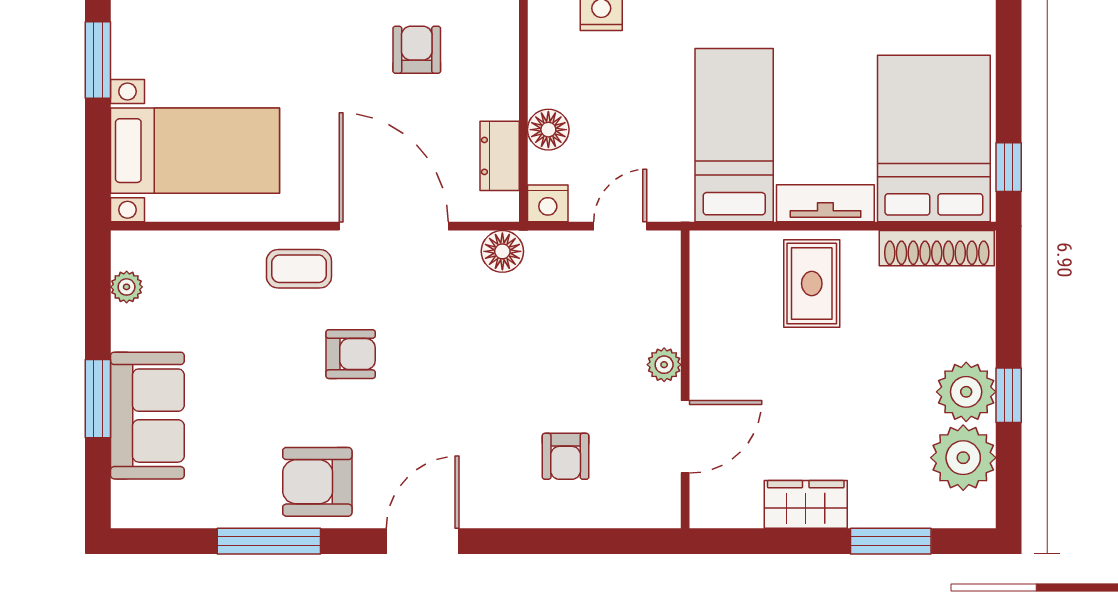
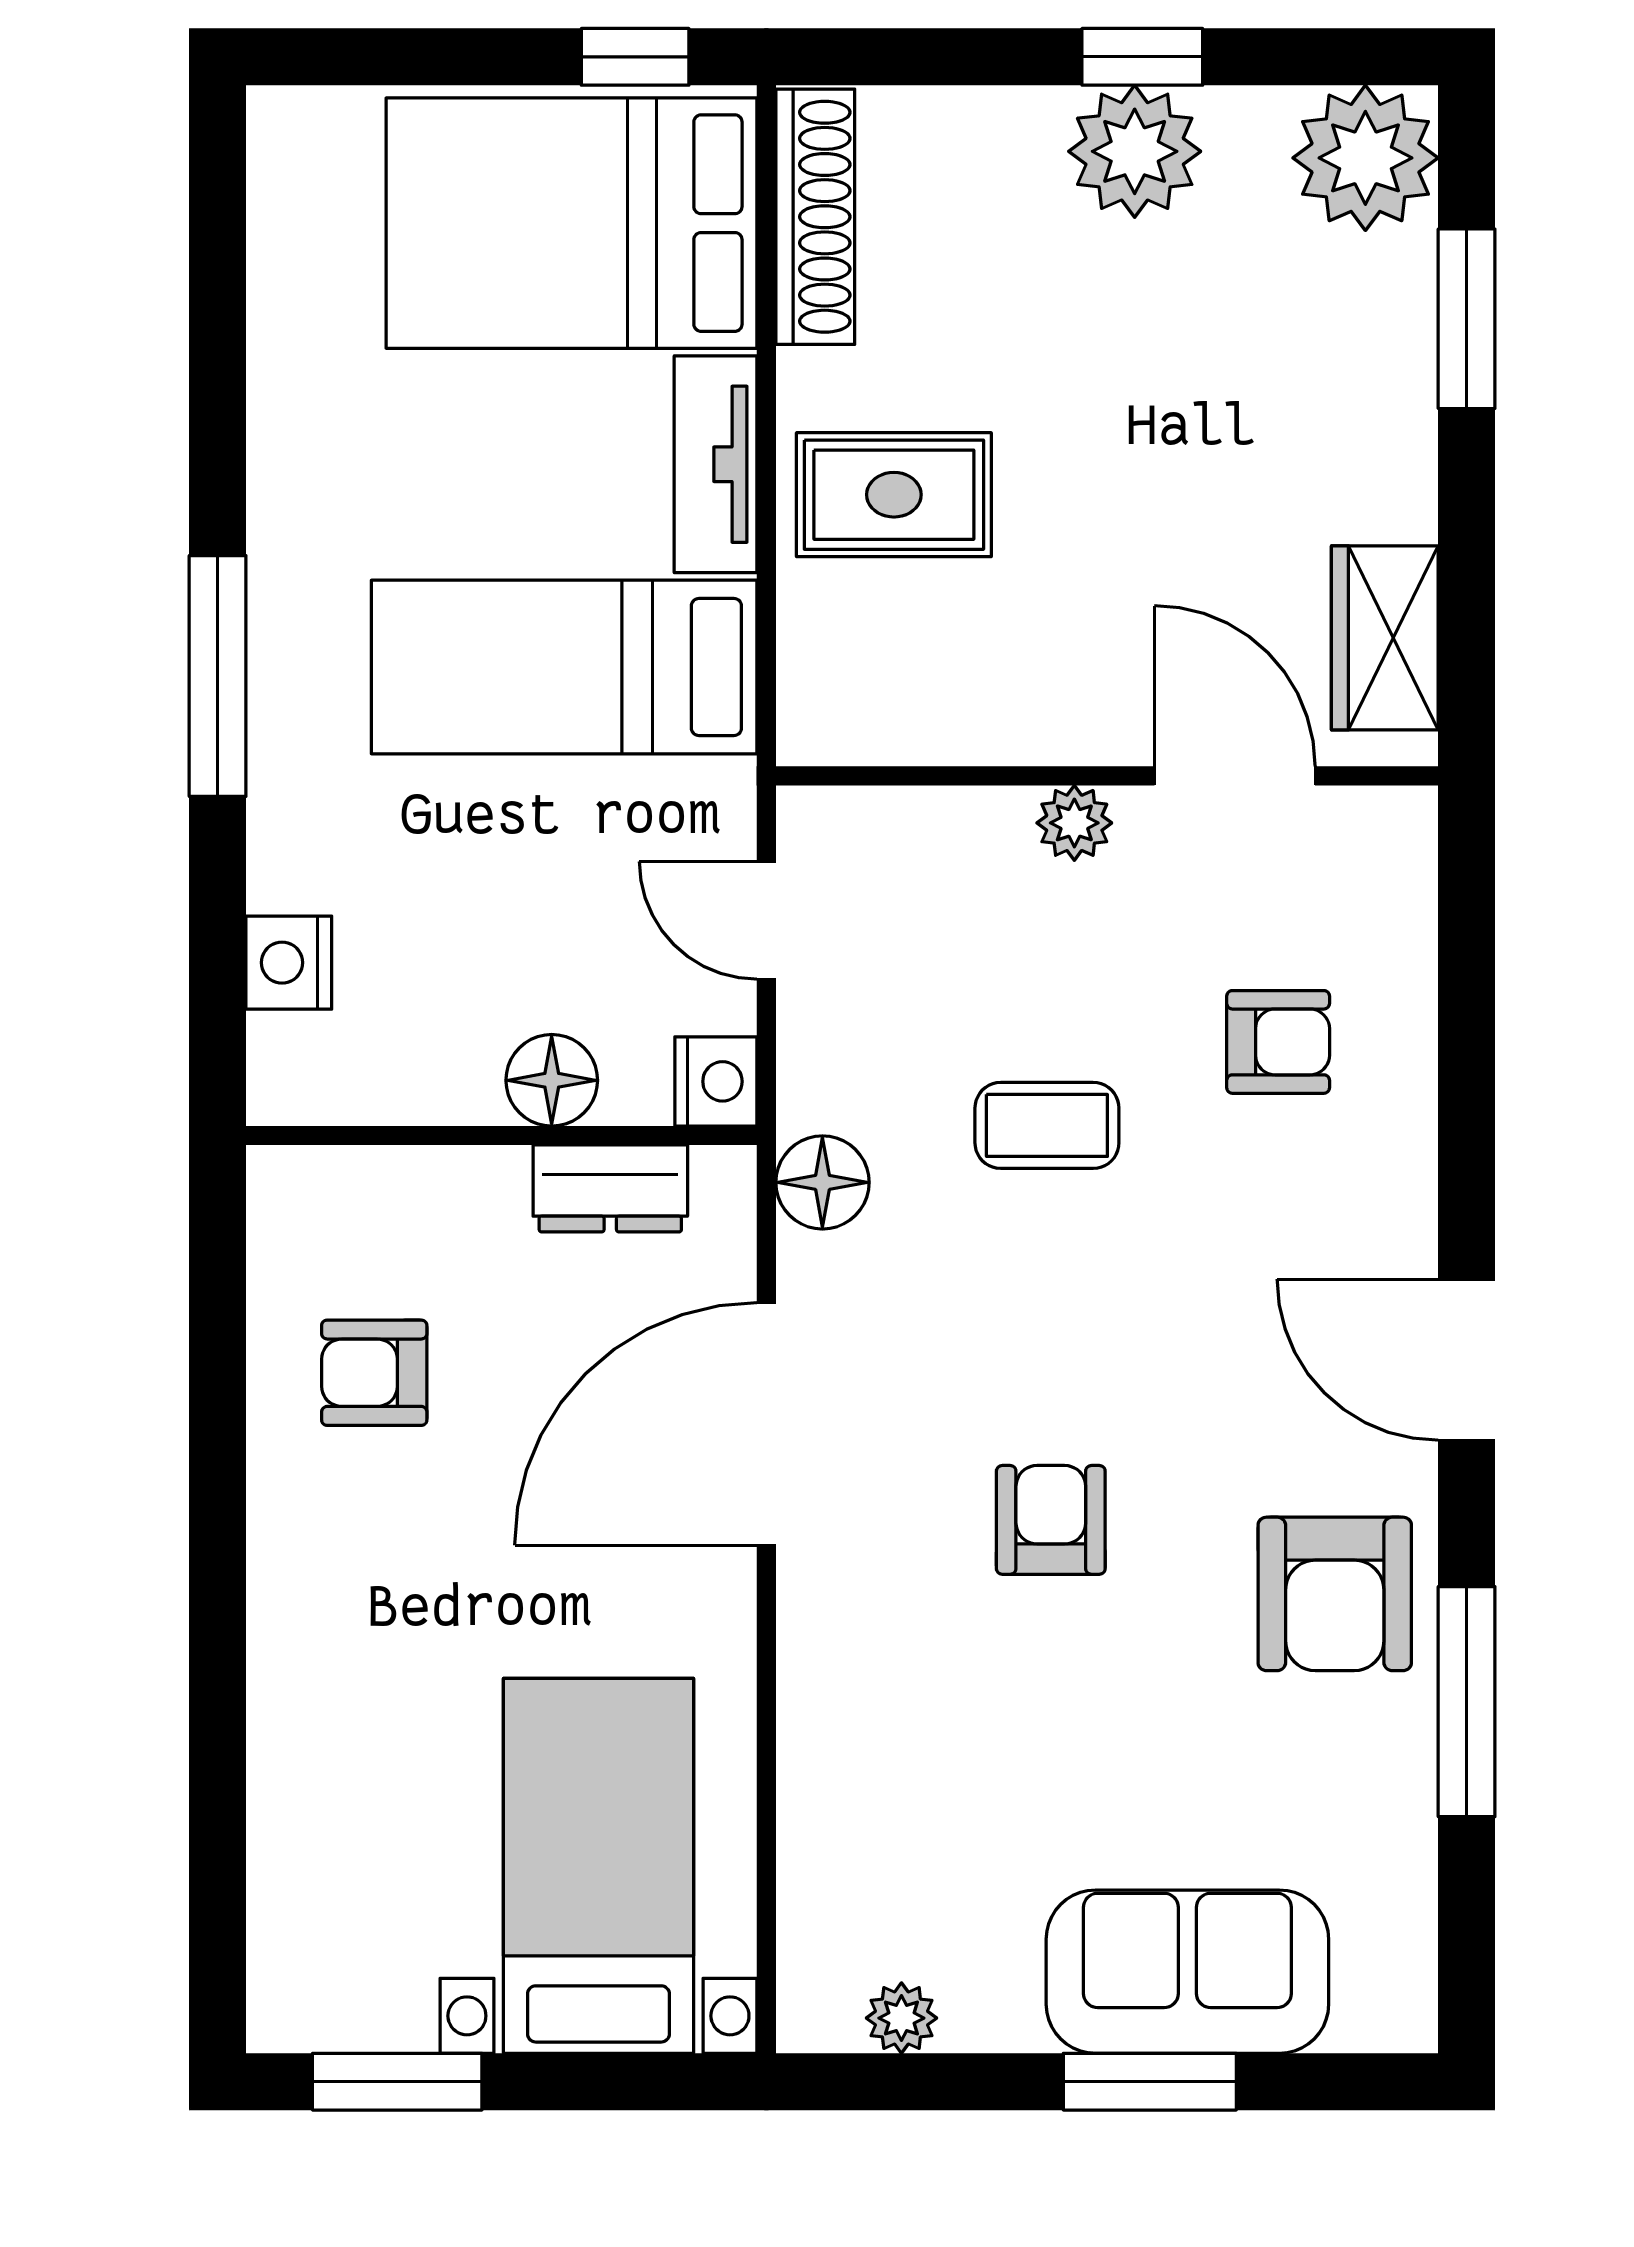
coffee table: (299, 269) -> (1047, 1125), moved, turned 90
plant: (963, 458) -> (1365, 158), moved
wardrobe: (806, 504) -> (1385, 638), moved

